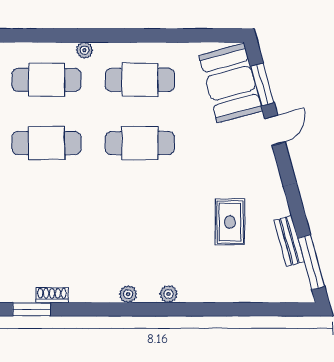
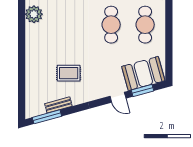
plant: (128, 294) -> (34, 14), width x1.88, depth x1.88
plant: (169, 294) -> (30, 40), removed

